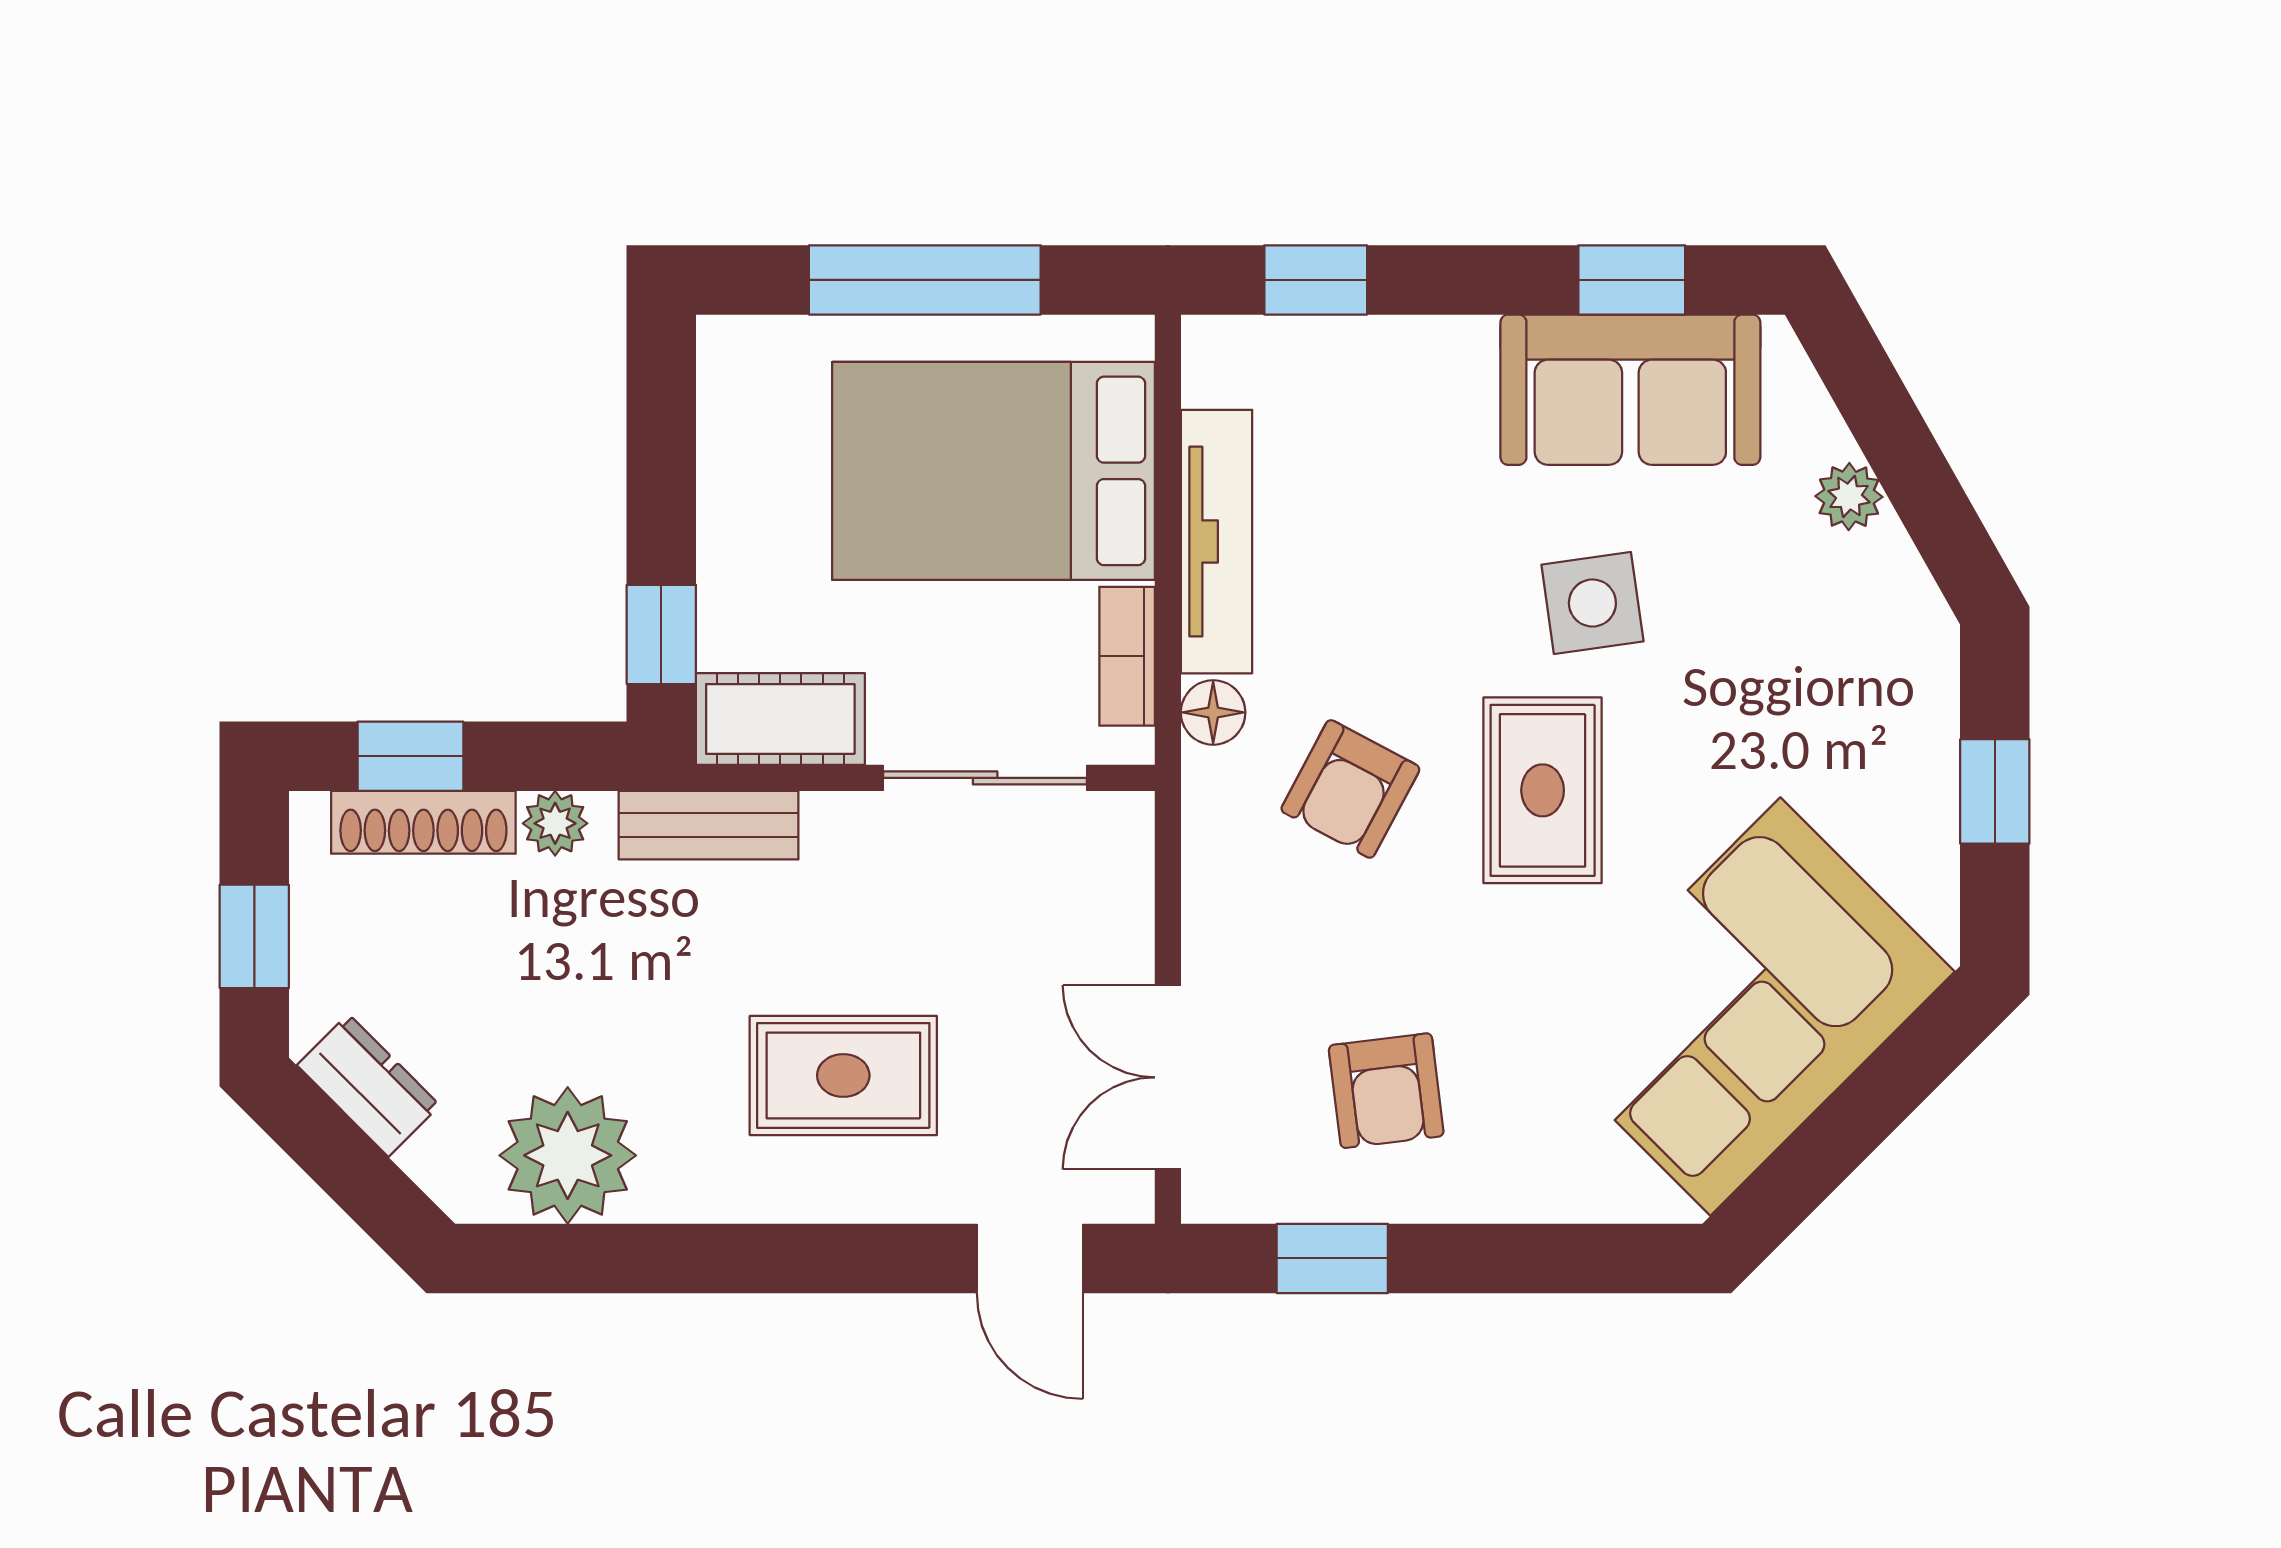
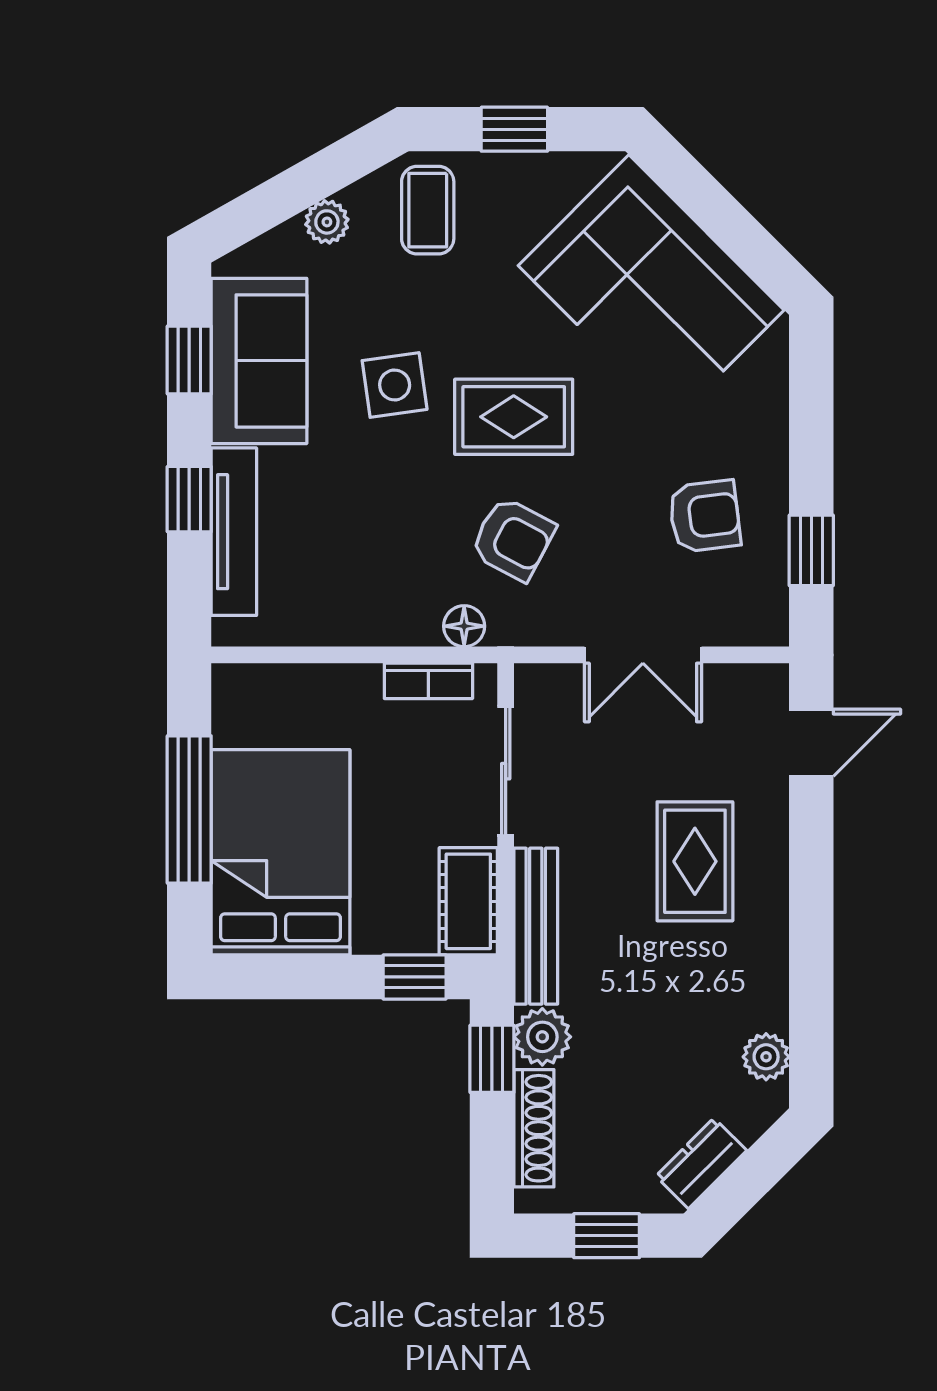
window: (1316, 280) -> (189, 499), moved
bed: (993, 471) -> (280, 852), moved, turned 180
tv unit: (1217, 542) -> (234, 532), moved, turned 90
coffee table: (1868, 655) -> (428, 210), added
window: (410, 756) -> (492, 1059), moved
plant: (555, 823) -> (542, 1037), width x1.38, depth x1.38
bench: (709, 825) -> (536, 926), width x1.36
double door: (1168, 1077) -> (643, 655), moved
plant: (568, 1155) -> (766, 1057), width x0.53, depth x0.53

